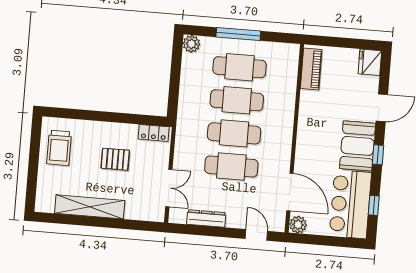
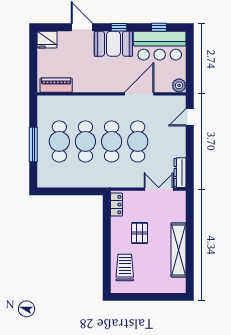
plant: (191, 44) -> (44, 181), removed
trolley: (59, 148) -> (125, 268), moved, turned -90
door: (290, 192) -> (139, 94), moved
dresser: (206, 218) -> (180, 173), moved

